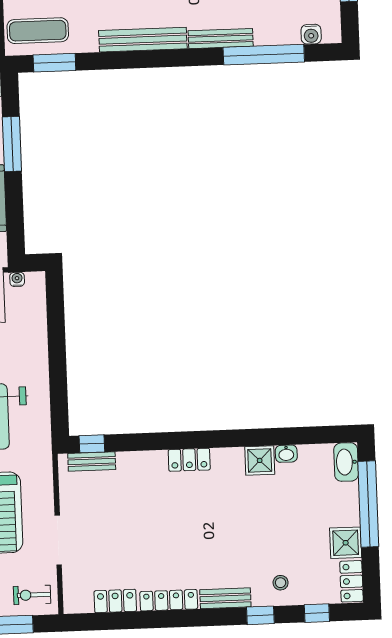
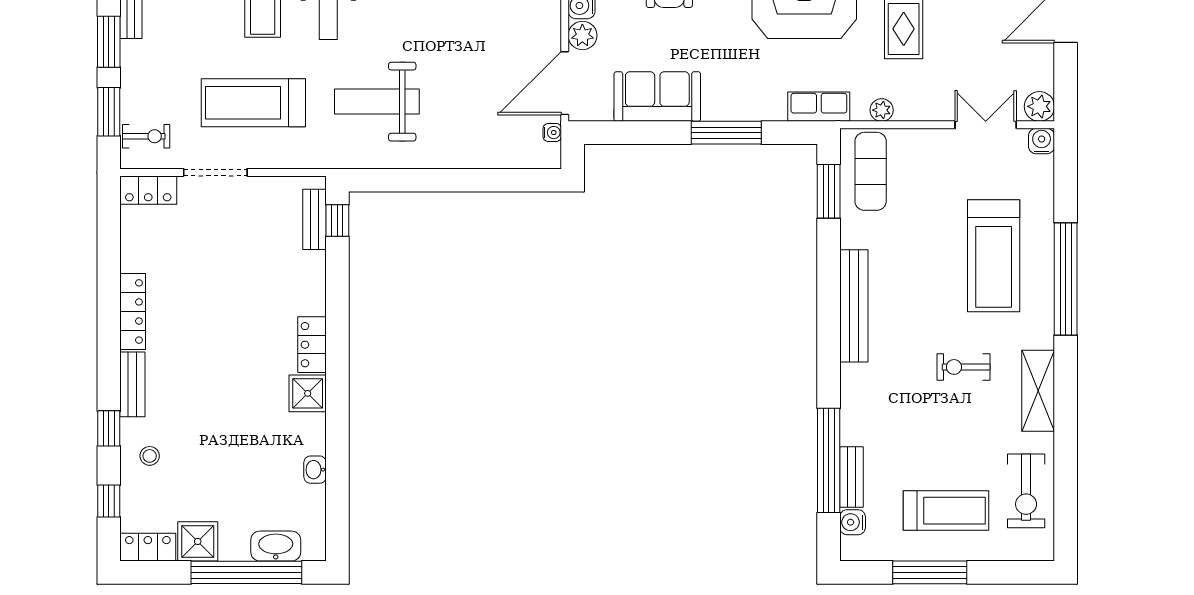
bench: (221, 39) -> (851, 477), moved, width x0.73
shower: (260, 460) -> (308, 393), moved
washbasin: (346, 462) -> (276, 546), moved
exercise bike: (32, 595) -> (146, 136), turned 90
locker: (115, 601) -> (148, 190), moved, turned 90

